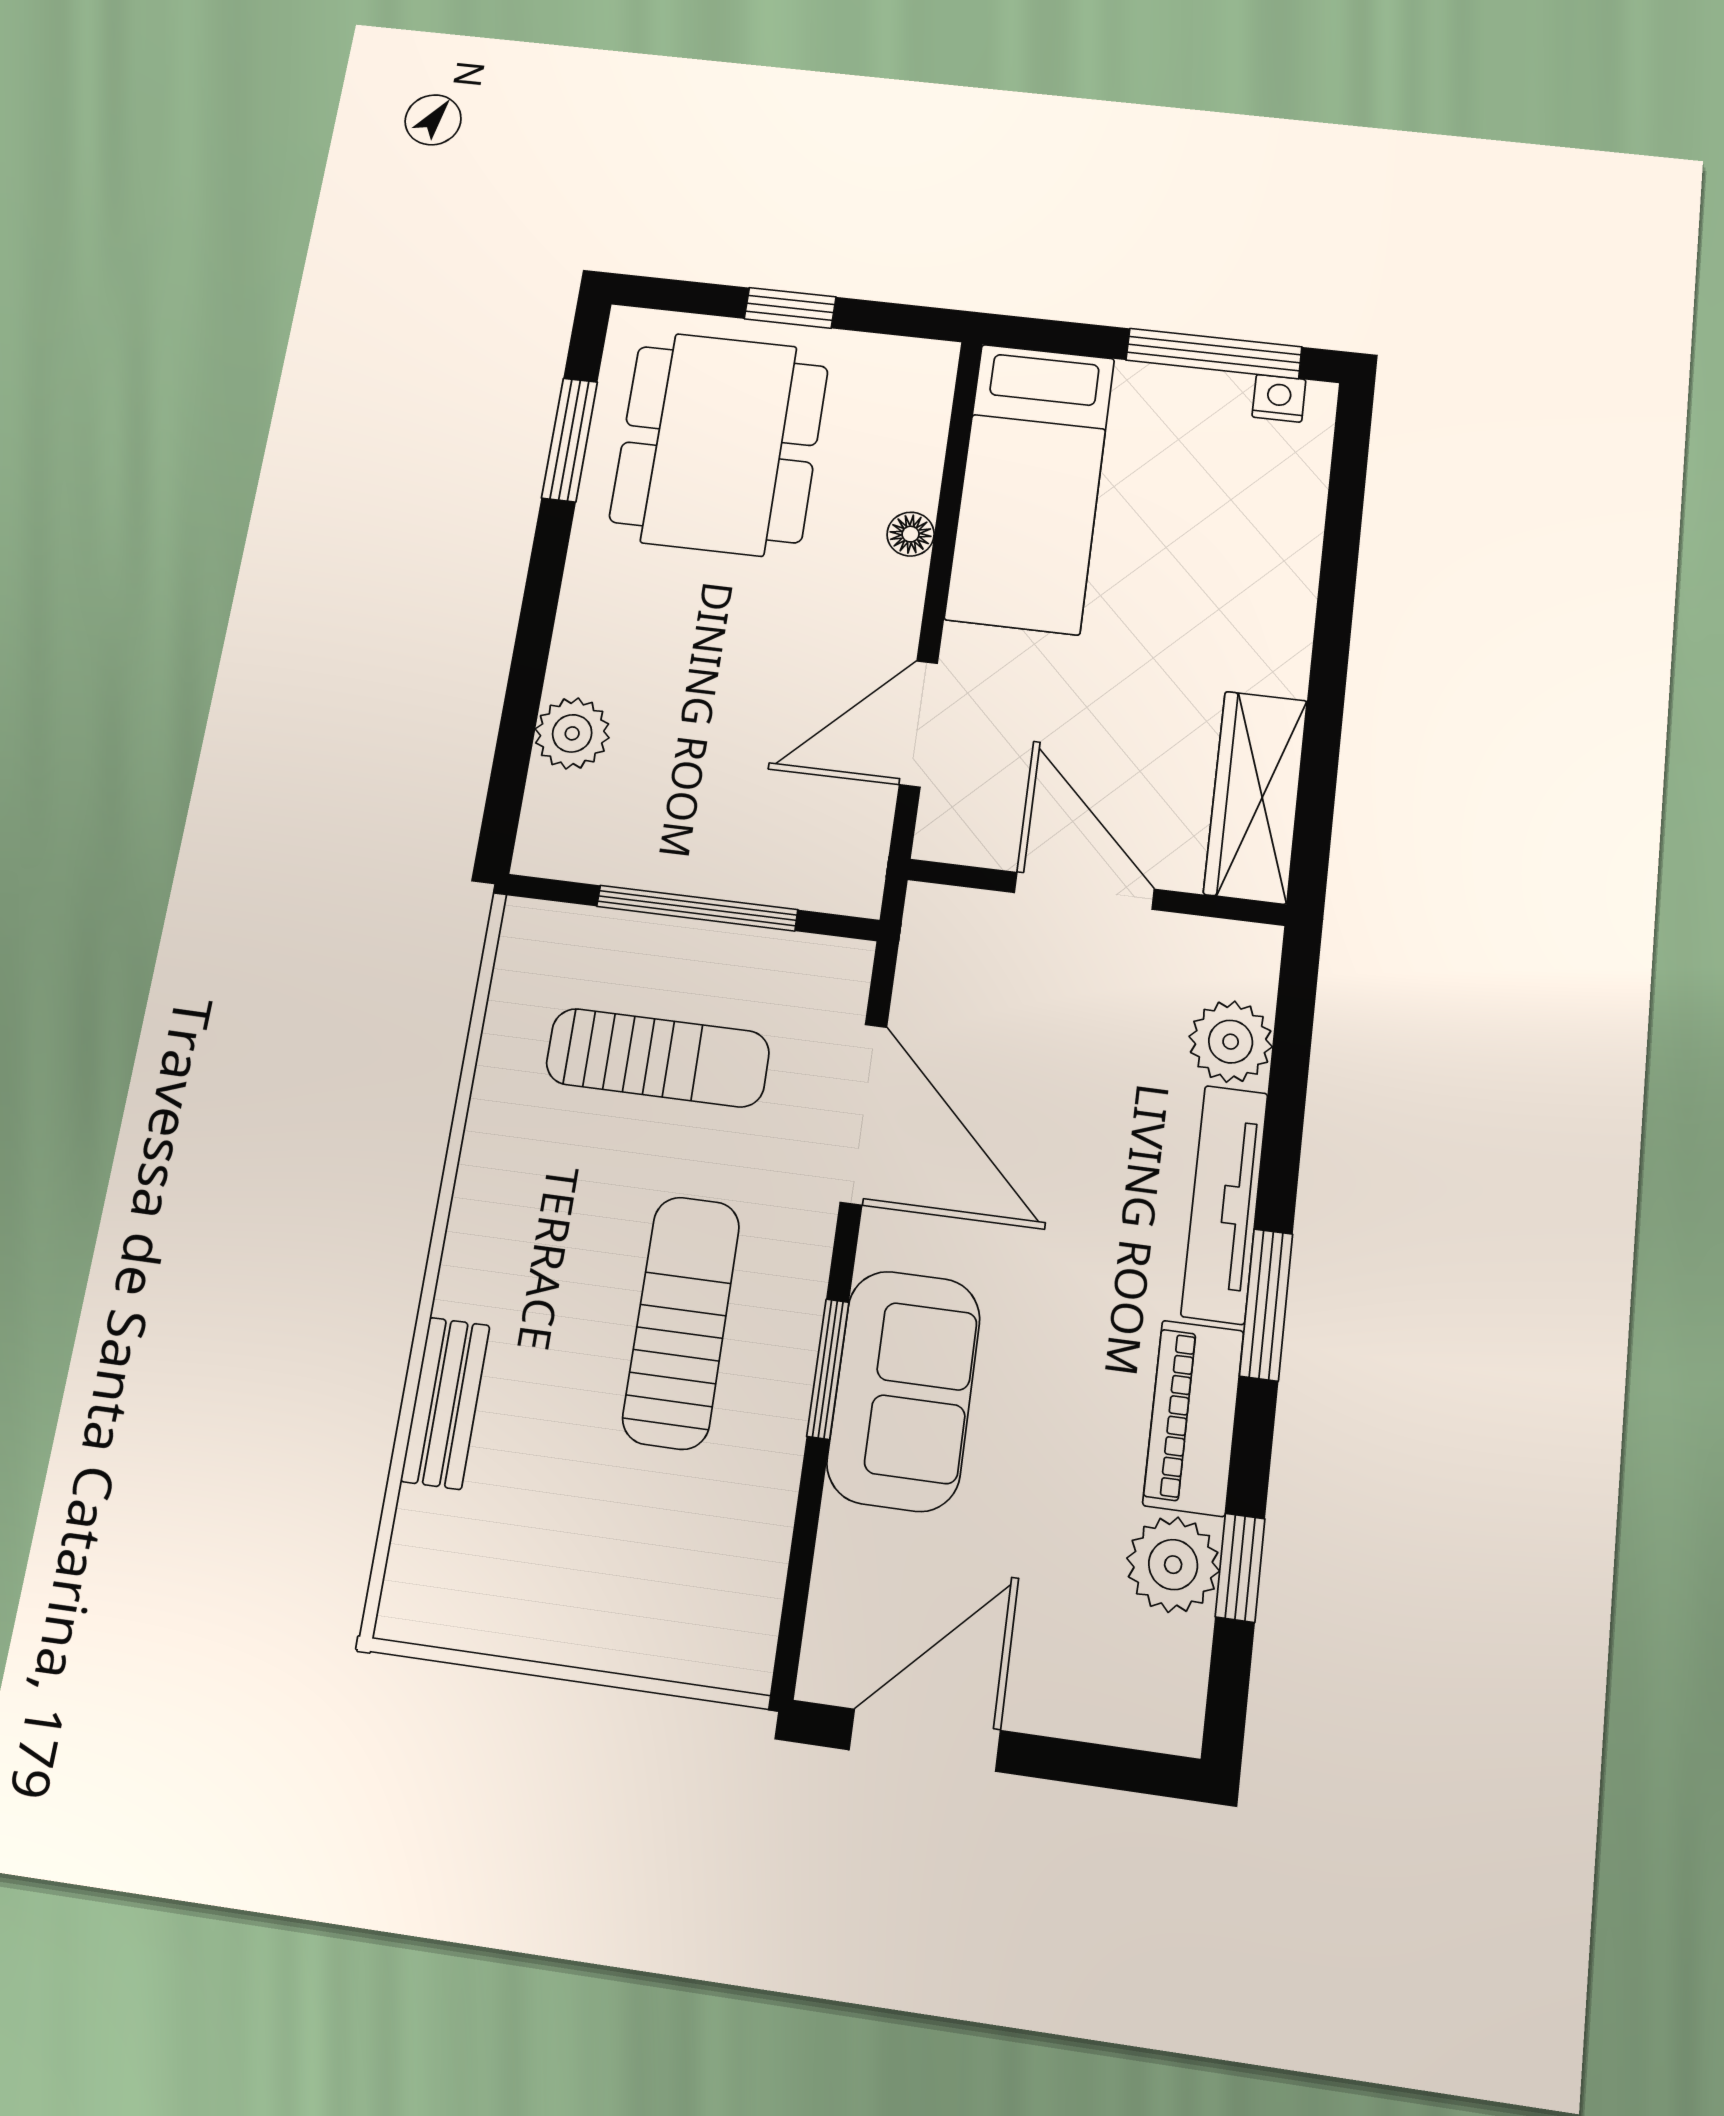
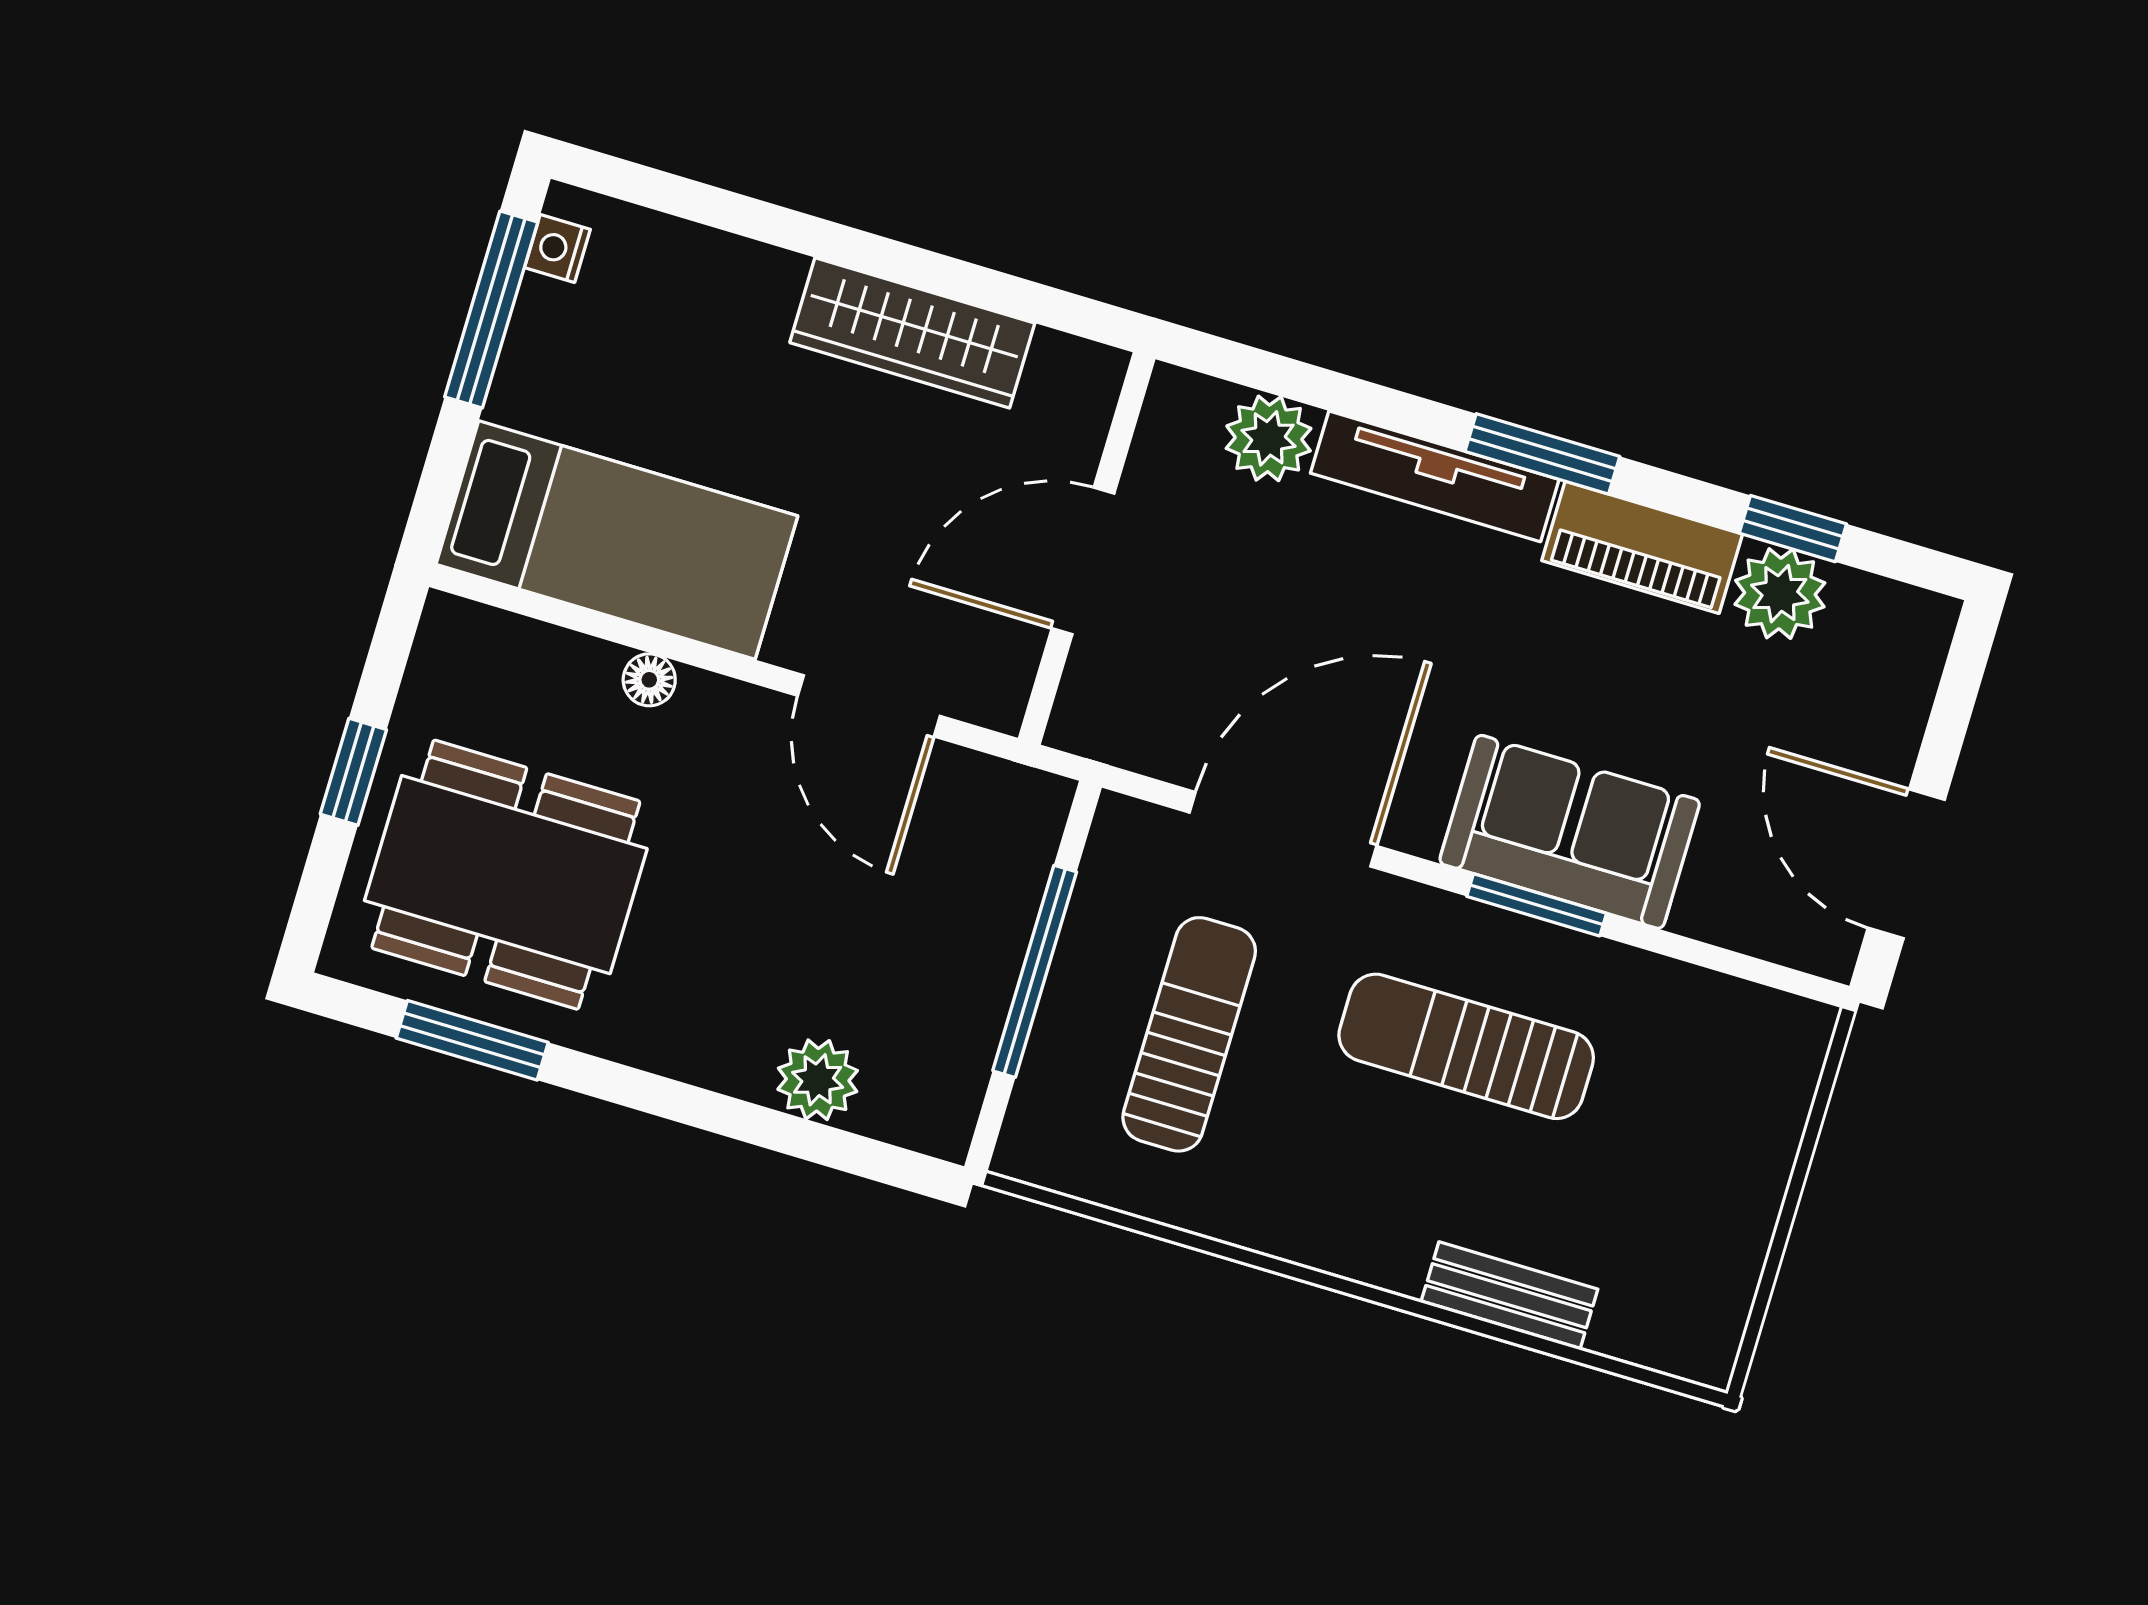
wardrobe: (1256, 797) -> (912, 333), moved

